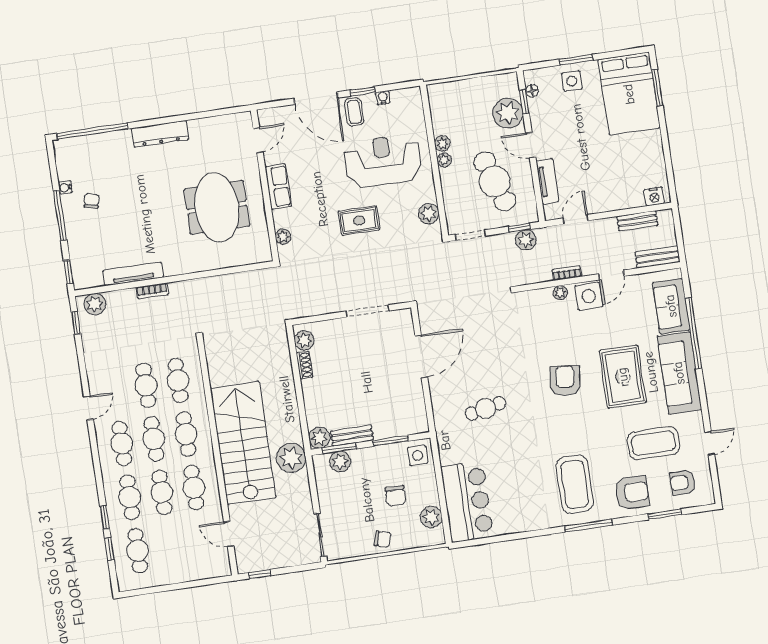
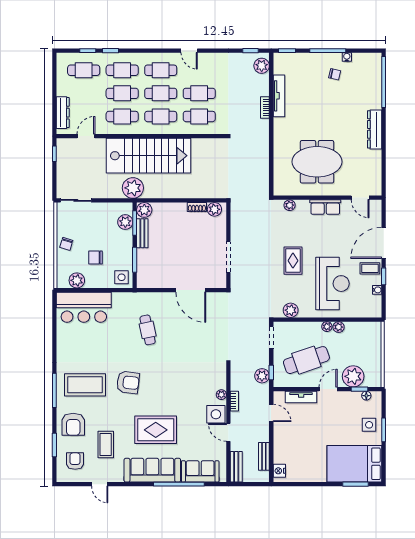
armchair: (565, 381) -> (128, 382), moved
coffee table: (653, 443) -> (106, 445), width x0.73, depth x0.76
dresser: (201, 571) -> (63, 113), added

